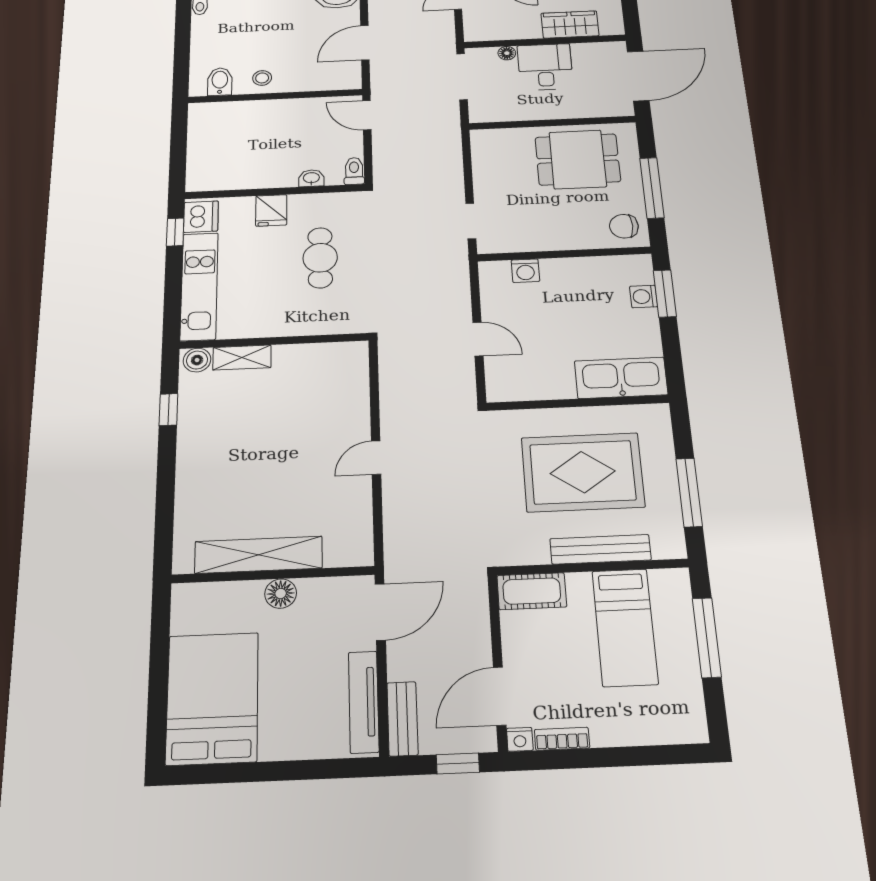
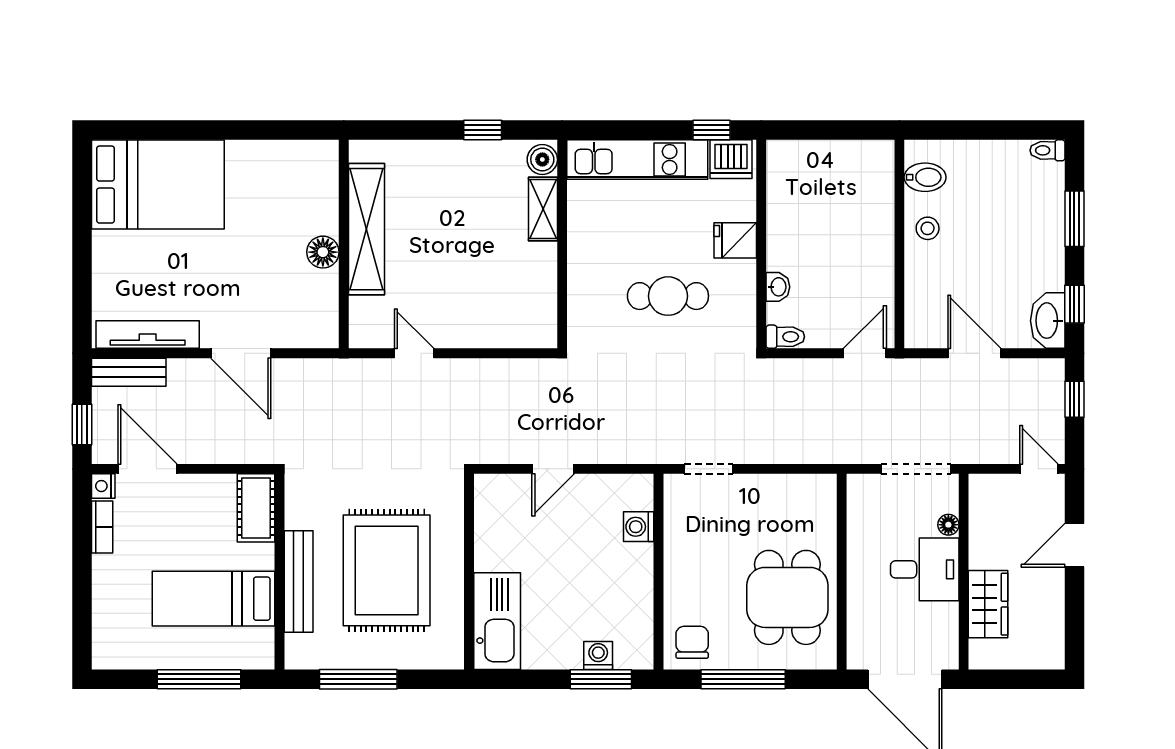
shelving: (258, 555) -> (366, 229), moved
wall: (273, 575) -> (344, 244), moved
floor lamp: (281, 594) -> (323, 252), moved

